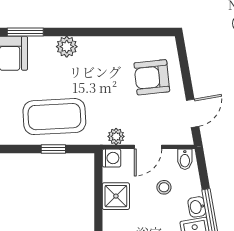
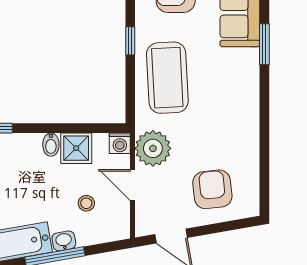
plant: (67, 47) -> (247, 92), removed
plant: (116, 136) -> (153, 148), width x1.87, depth x1.87
window: (53, 149) -> (130, 41), moved
bidet: (185, 159) -> (51, 145), moved, turned -90

